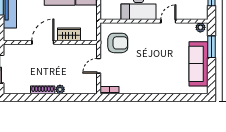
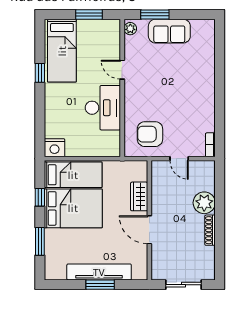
armchair: (118, 43) -> (150, 134), turned -90
sofa: (199, 64) -> (169, 31), width x0.73
plant: (60, 89) -> (204, 203), width x1.88, depth x1.88

